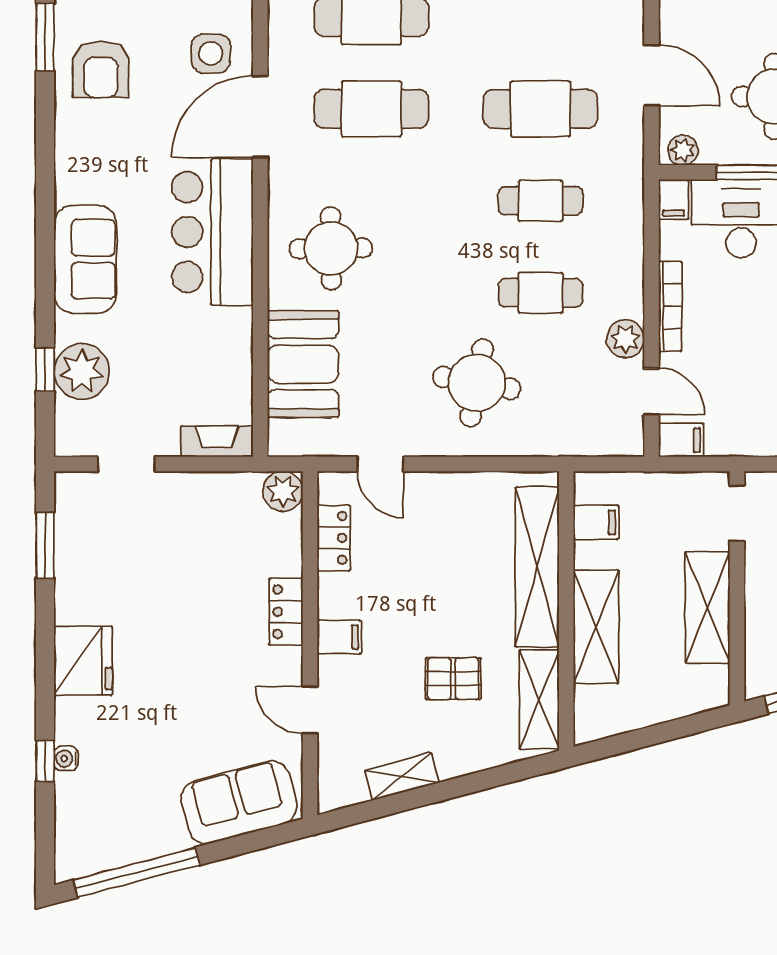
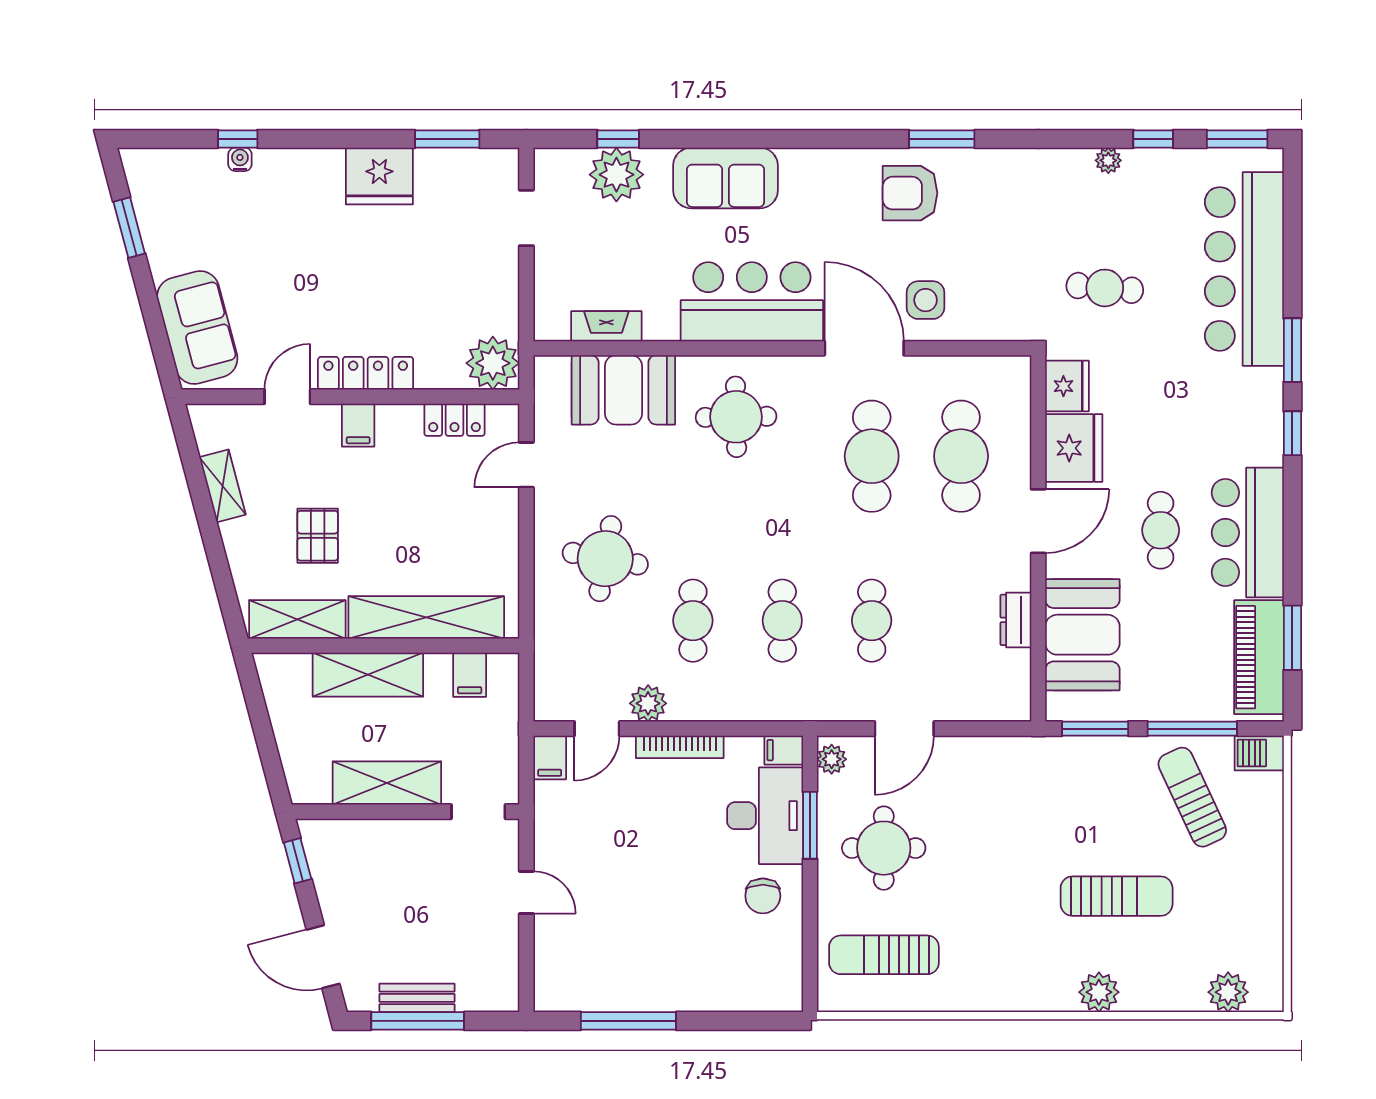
cafe table: (540, 109) -> (872, 621), width x0.73, depth x0.74
fireplace: (217, 441) -> (606, 326), moved, turned -90
plant: (283, 491) -> (493, 363), width x1.36, depth x1.36
locker: (286, 612) -> (366, 373), width x1.53
fridge: (83, 661) -> (379, 176), moved
window: (136, 872) -> (129, 228), width x0.47

